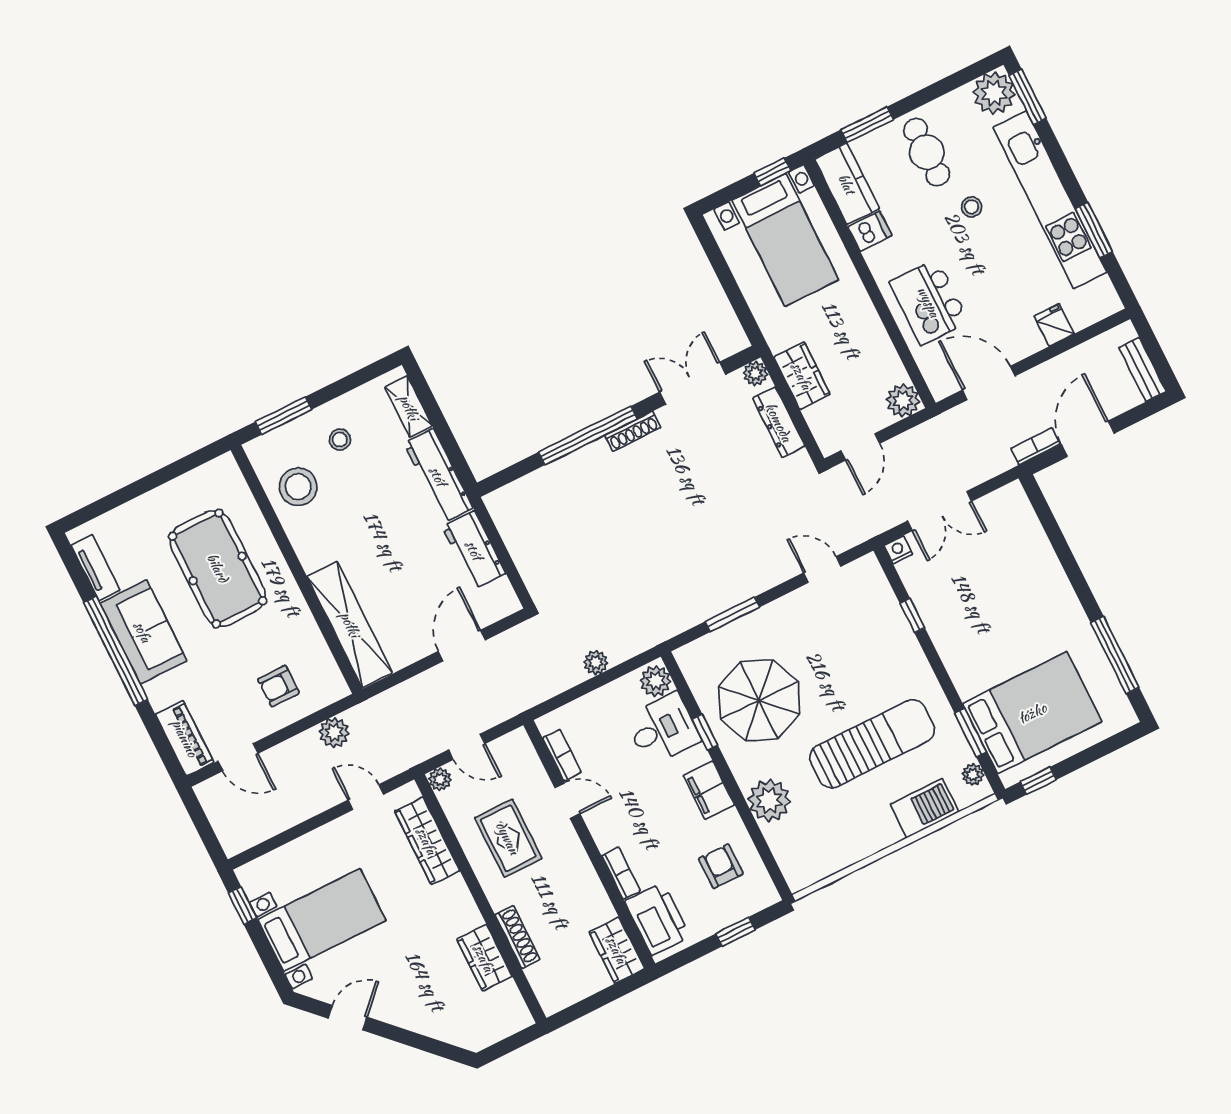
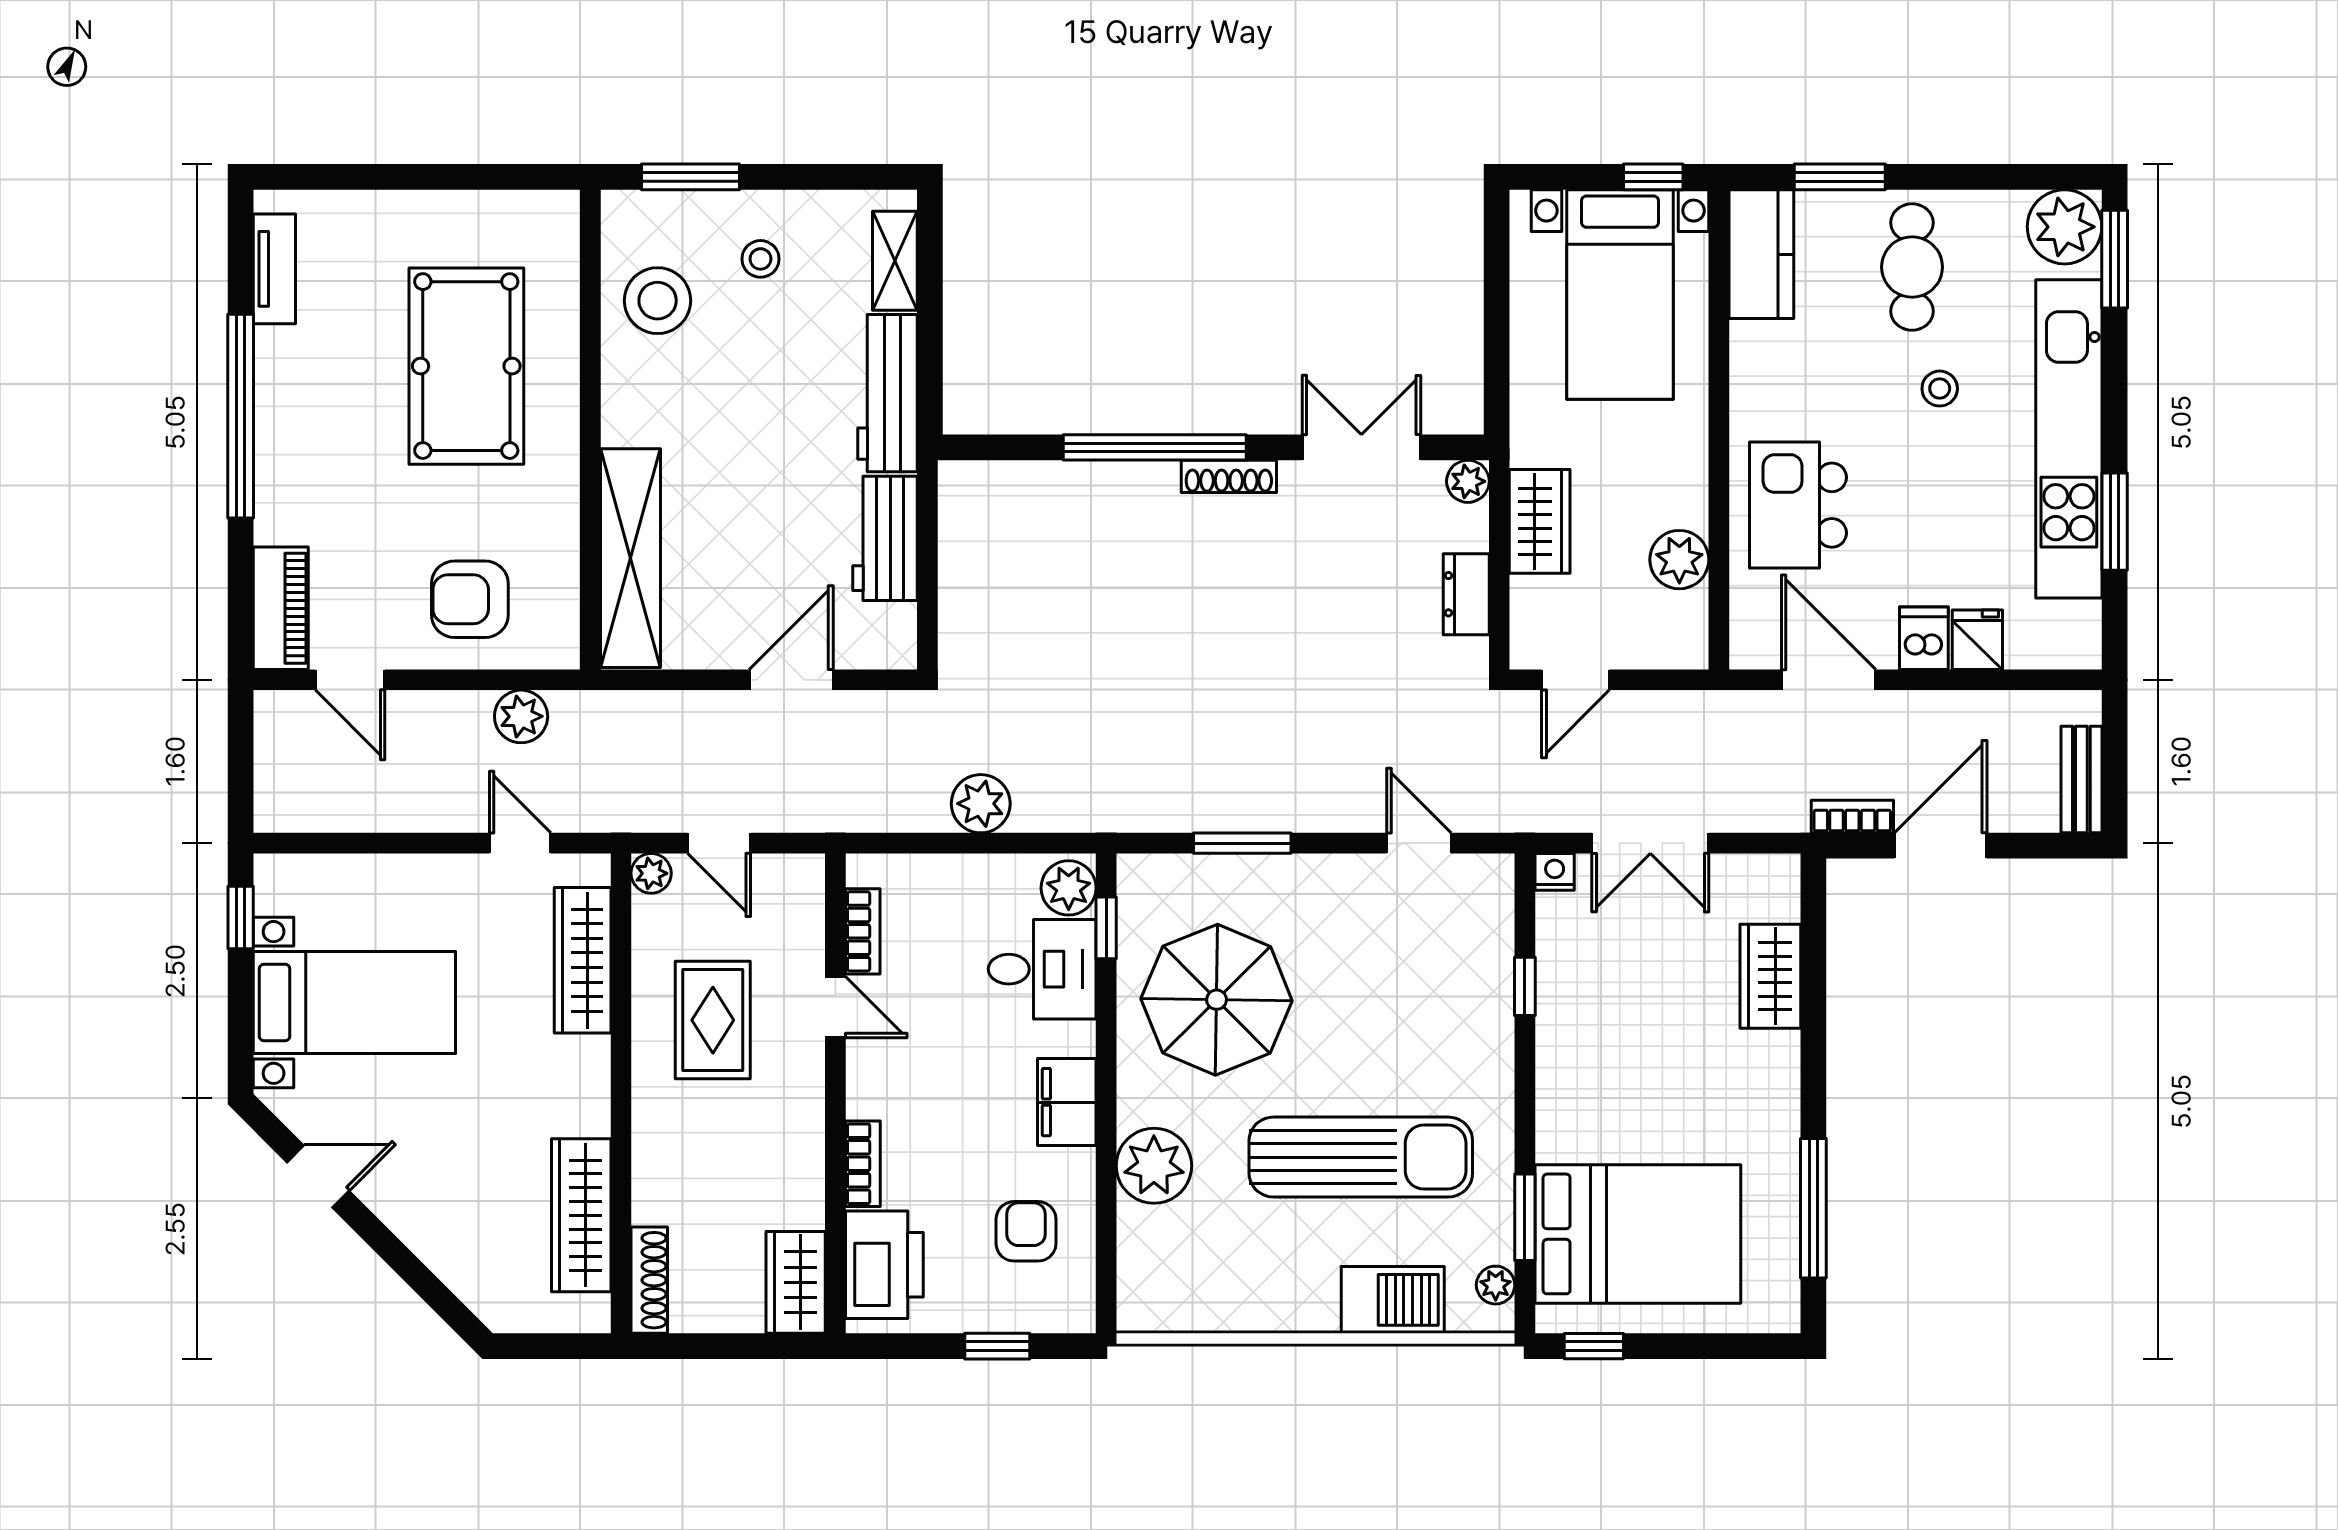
dishwasher: (870, 231) -> (1924, 638), moved, turned -90
plant: (903, 401) -> (1679, 560), moved
dresser: (779, 422) -> (1466, 594), width x0.70
wardrobe: (1034, 548) -> (1770, 976), added
sofa: (143, 632) -> (299, 408), removed
plant: (596, 662) -> (981, 804), width x1.38, depth x1.38
armchair: (278, 686) -> (470, 599), width x1.38, depth x1.38
window: (705, 732) -> (1106, 928), moved
shoe rack: (517, 937) -> (649, 1280), moved
wardrobe: (484, 958) -> (581, 1215), width x1.50

